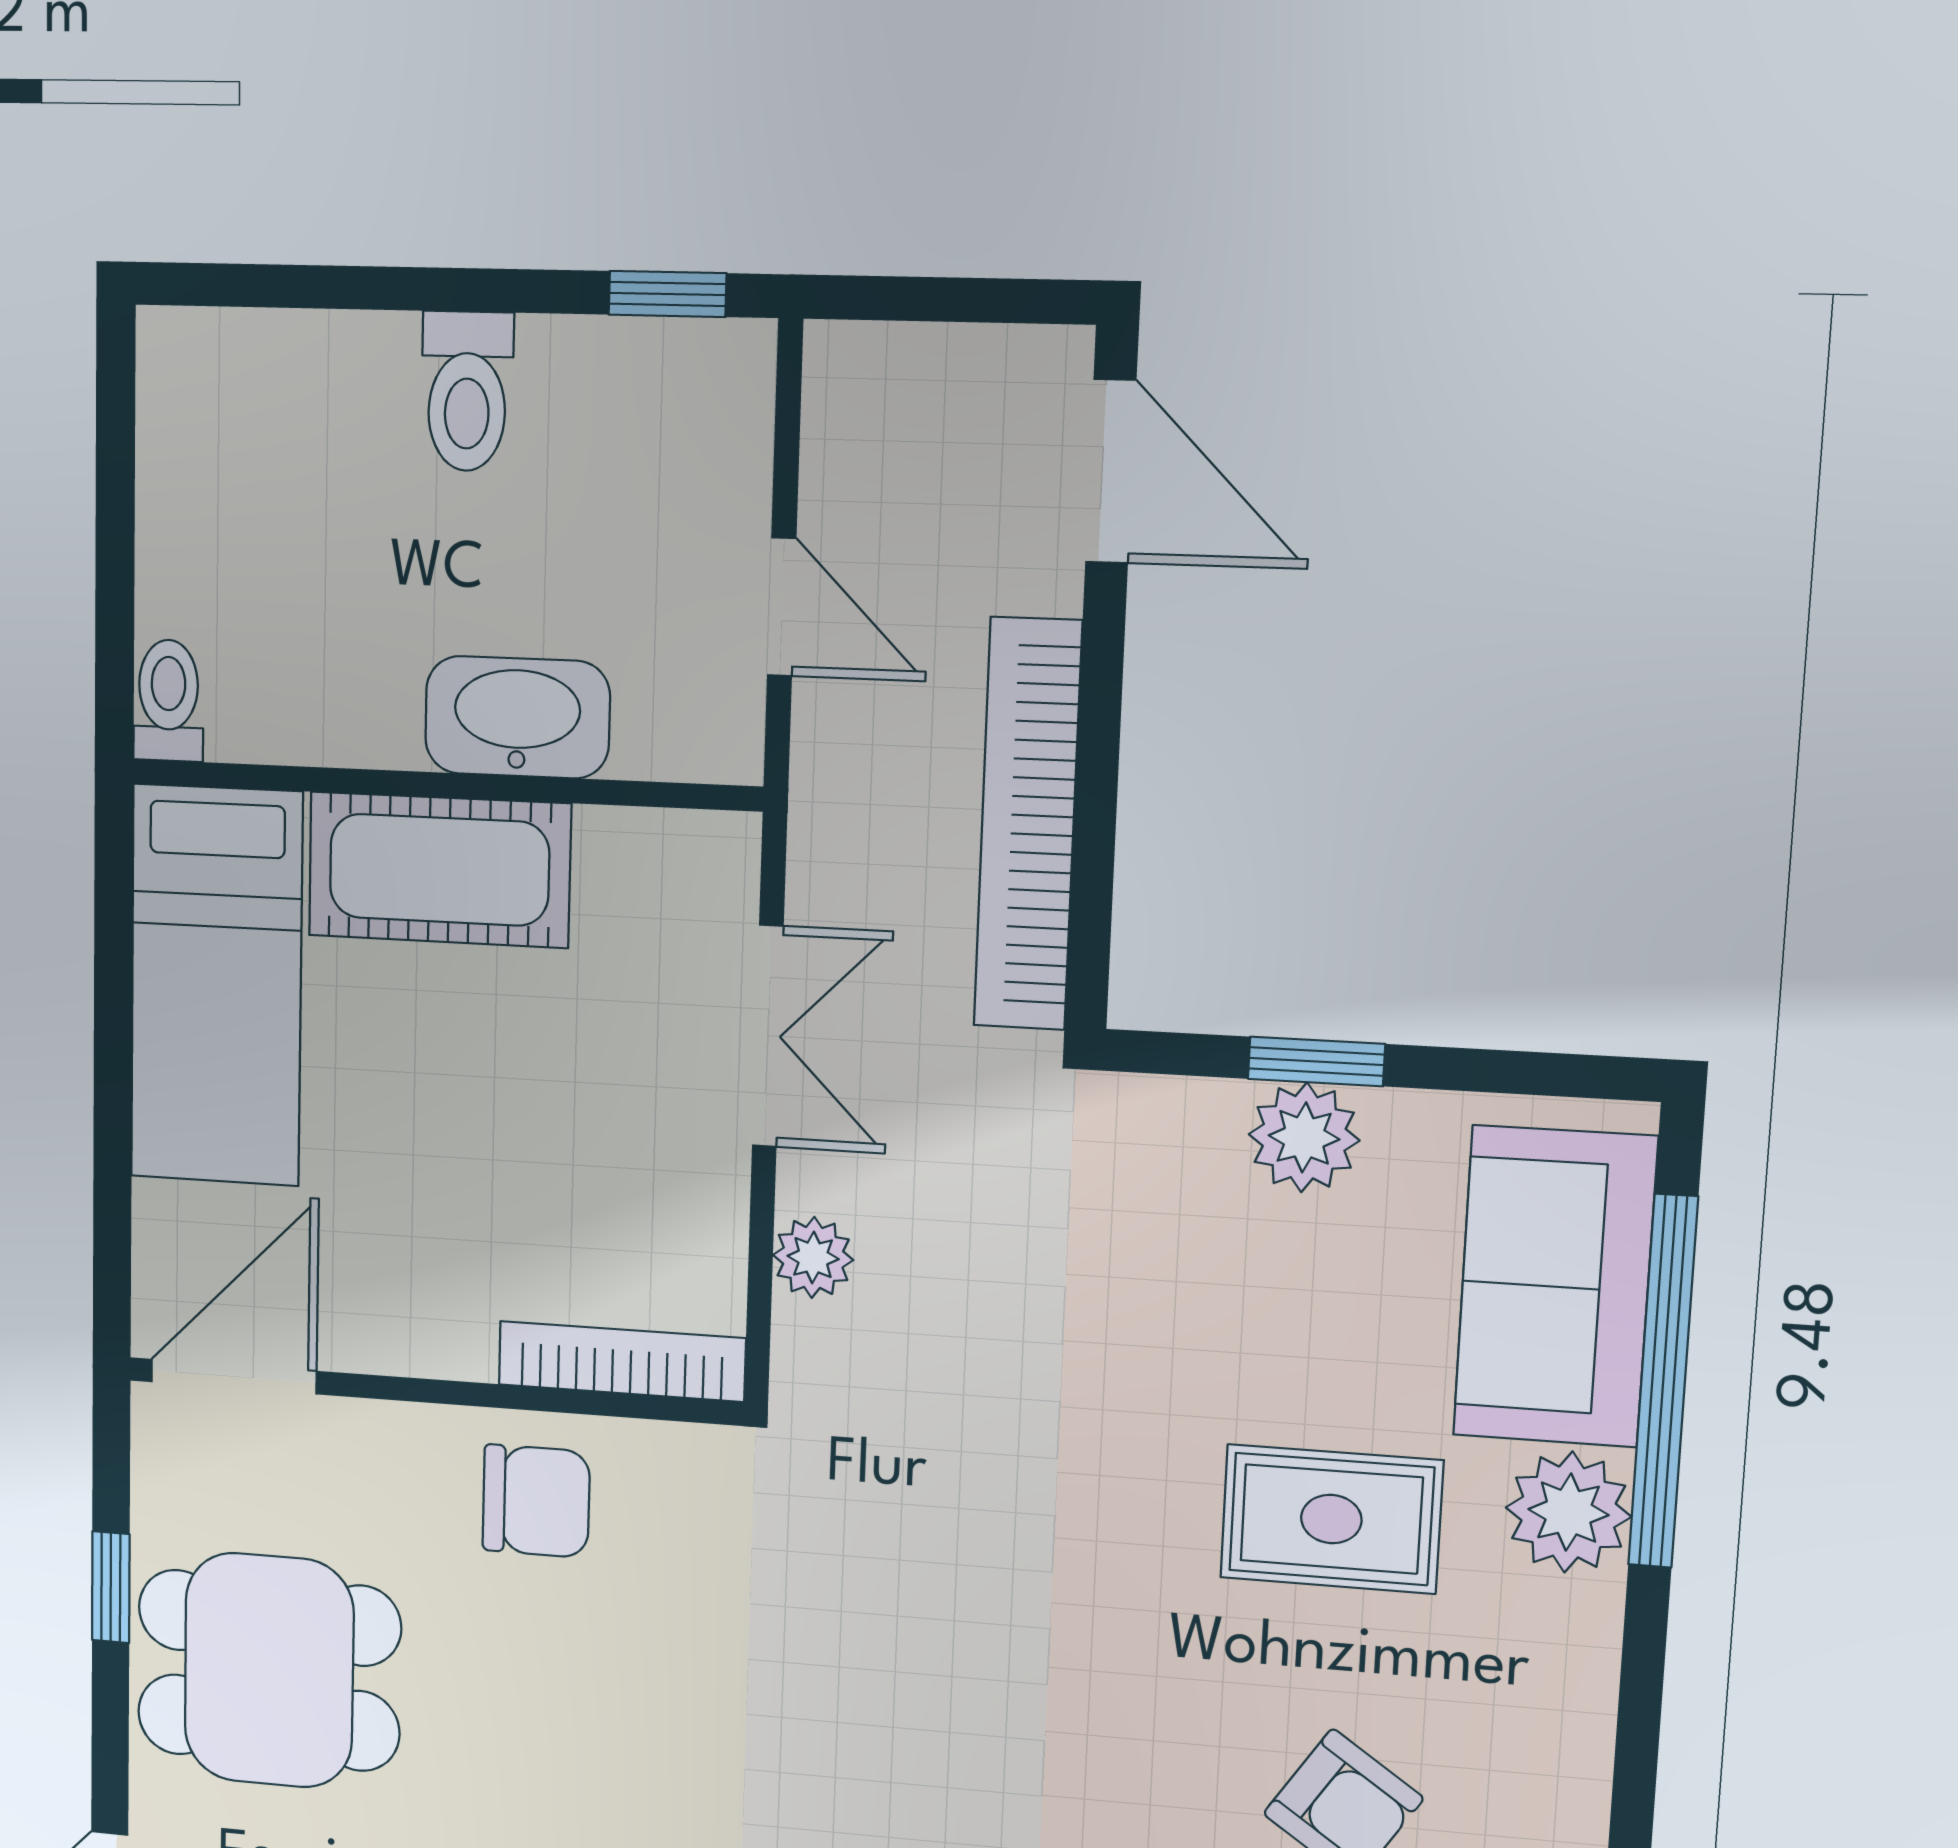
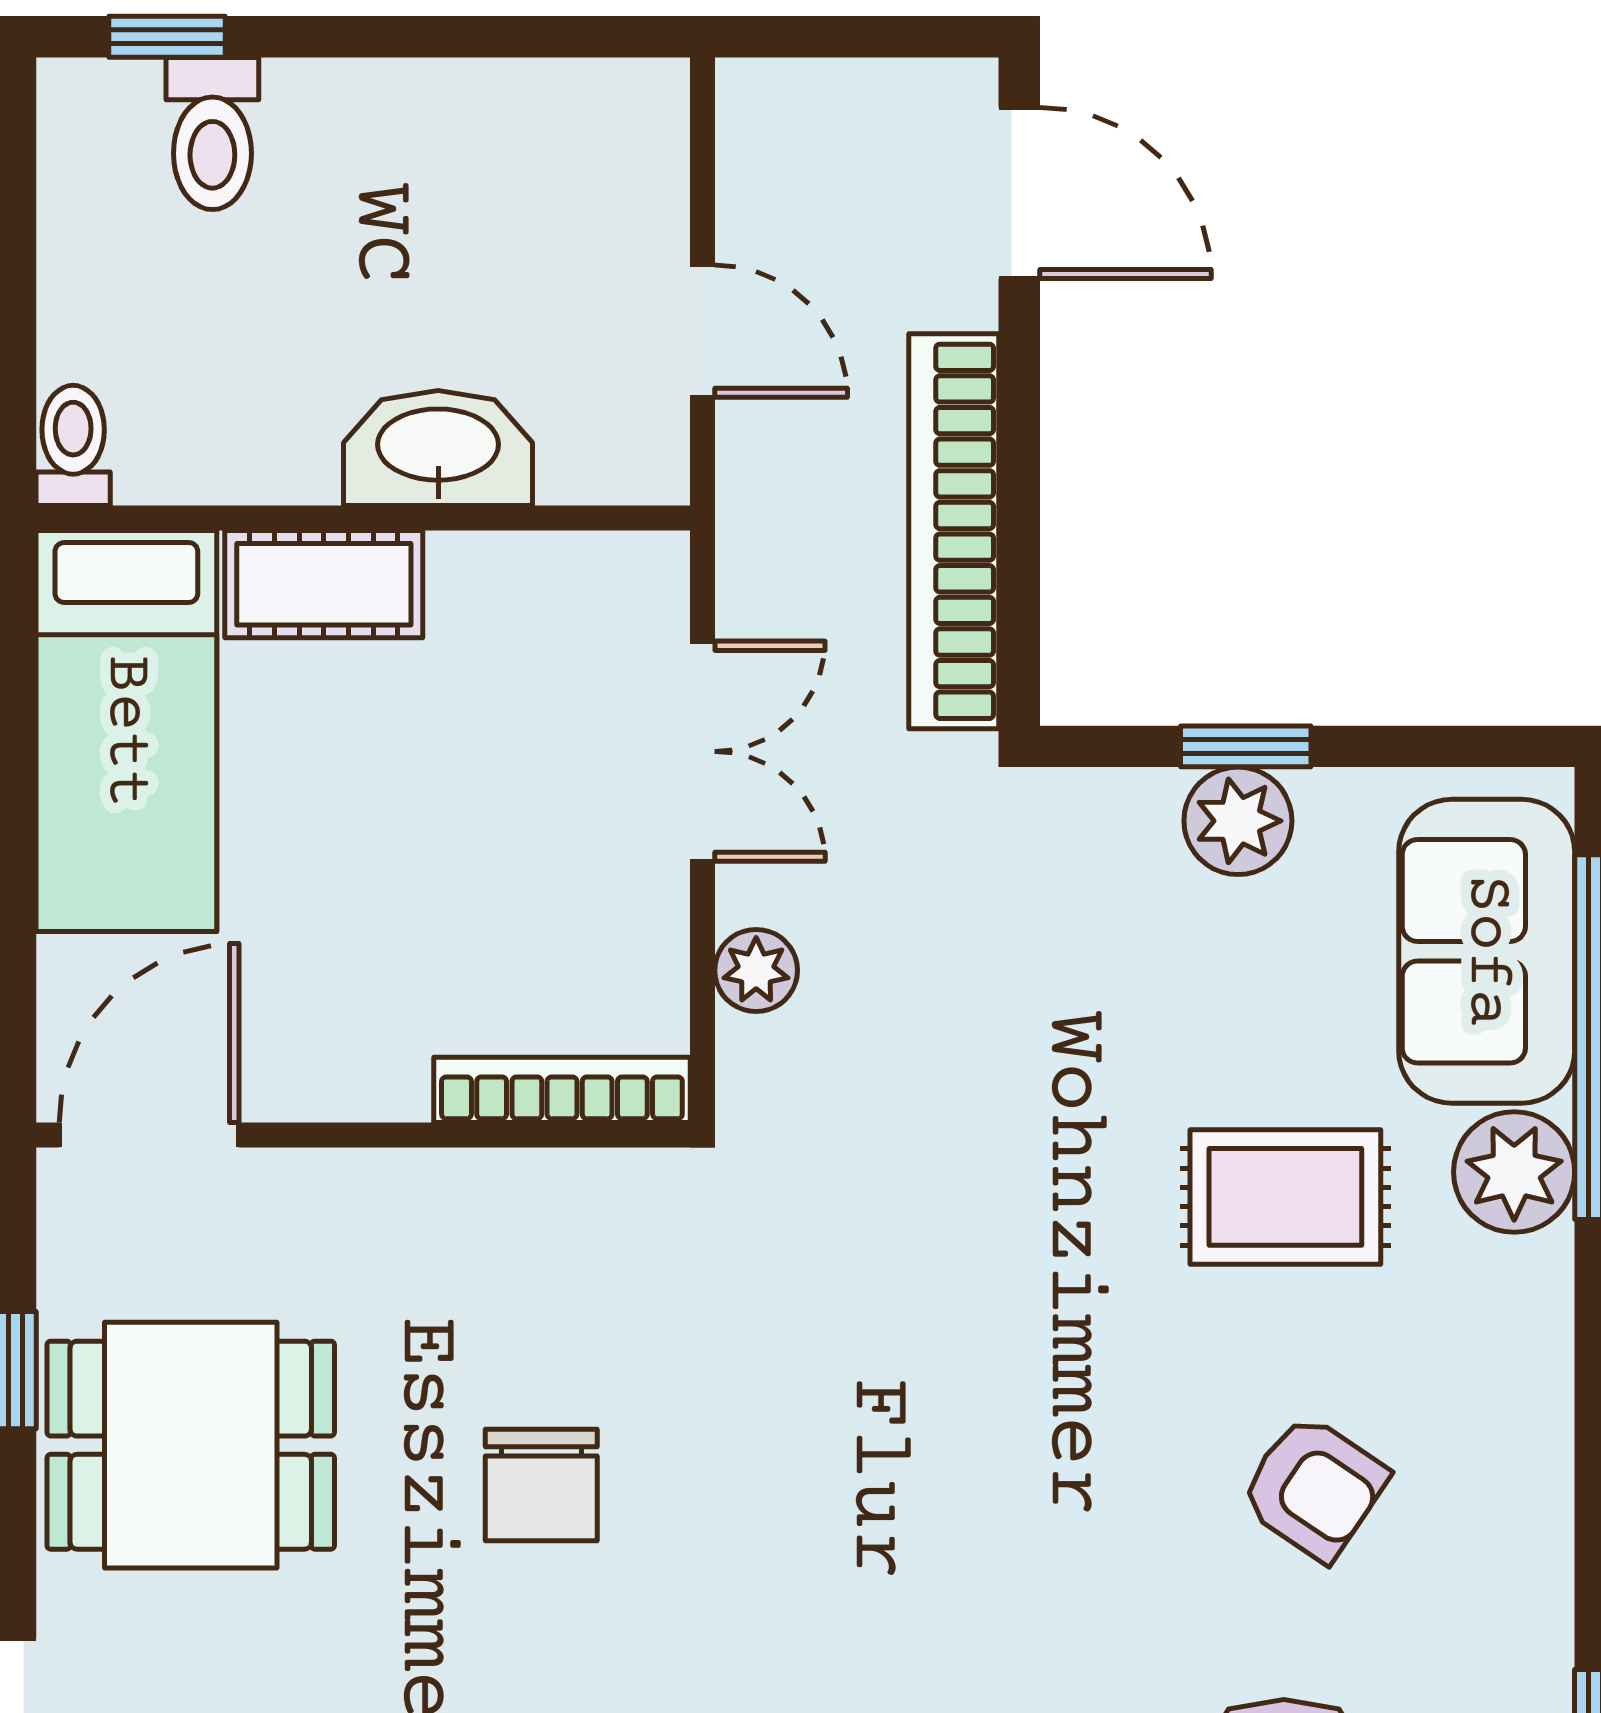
window: (667, 294) -> (167, 37), moved
toilet: (467, 391) -> (212, 134), moved
cot: (439, 870) -> (324, 584), width x0.73, depth x0.75
chair: (536, 1501) -> (541, 1485), moved, turned 90

